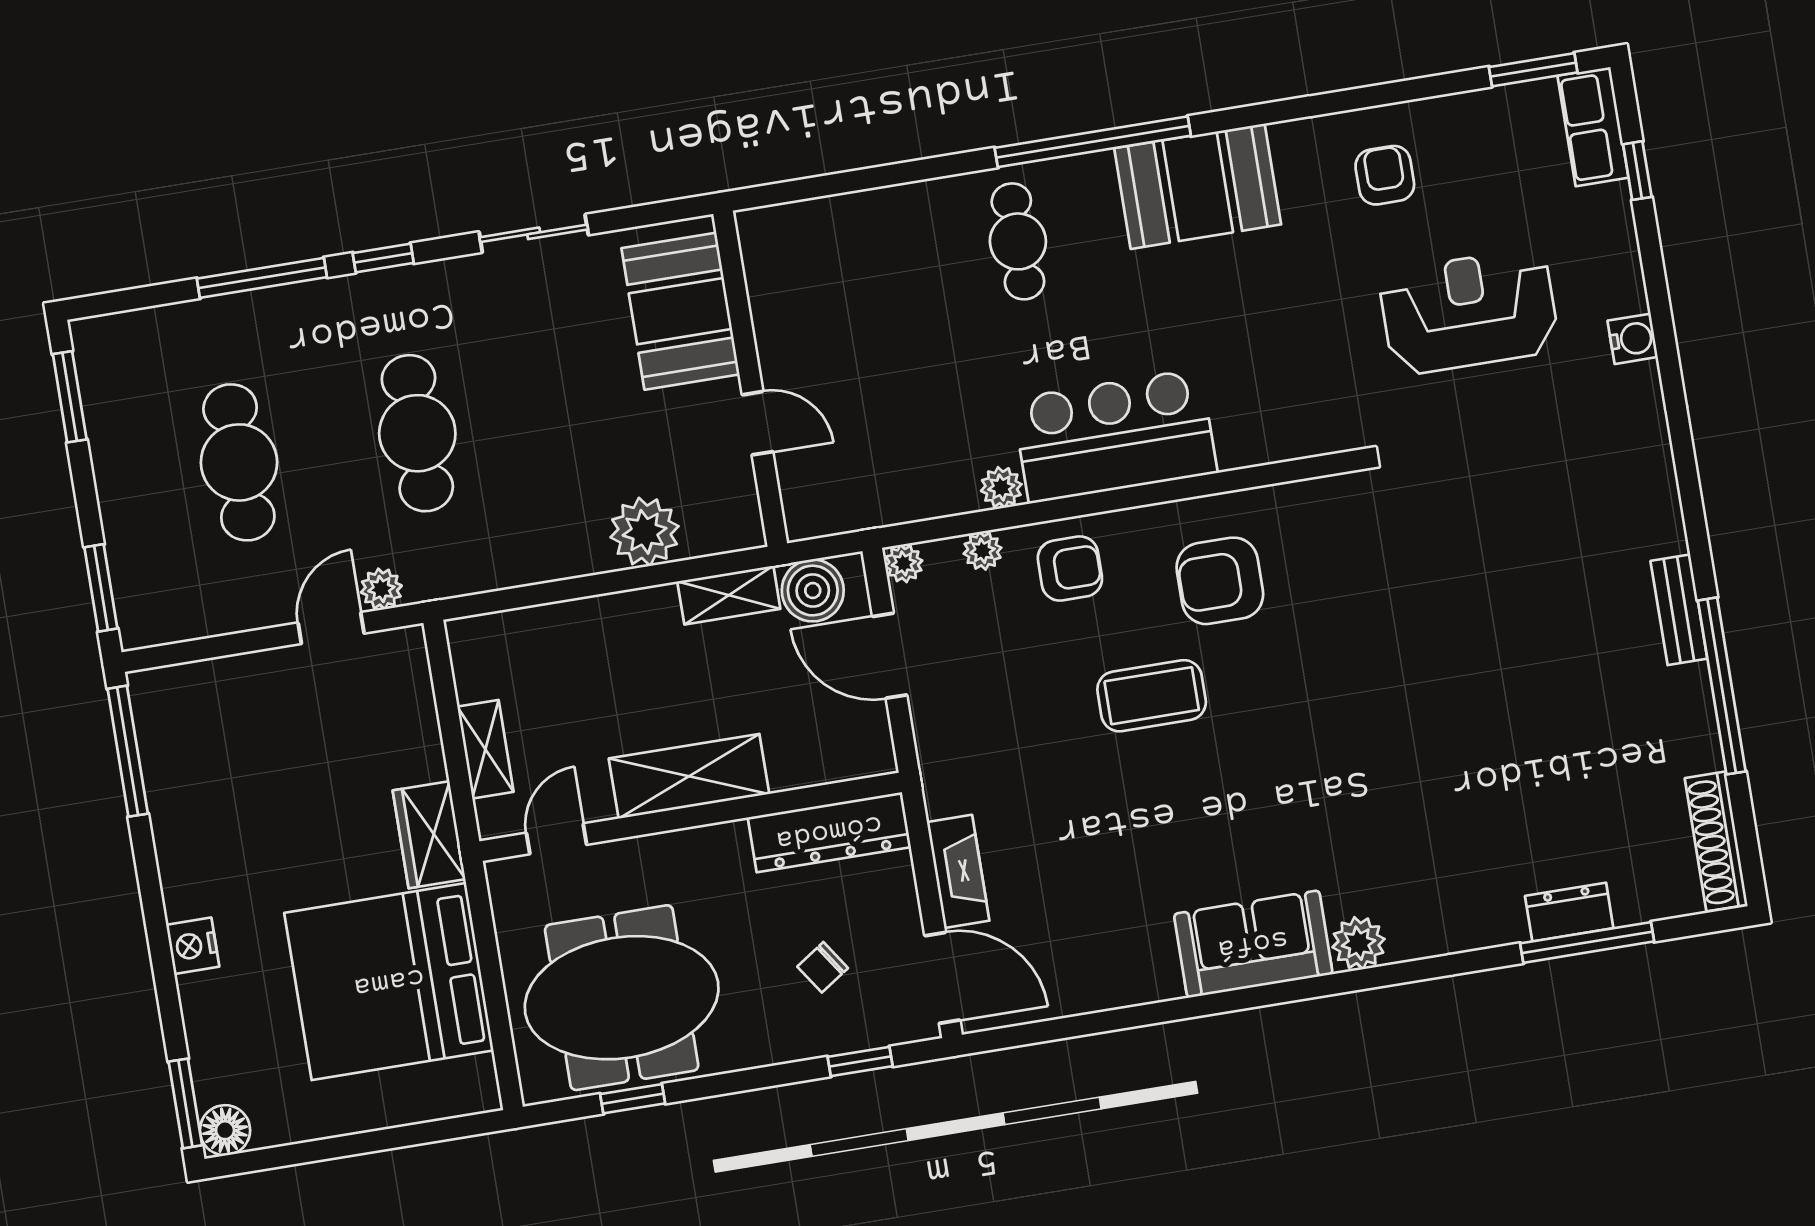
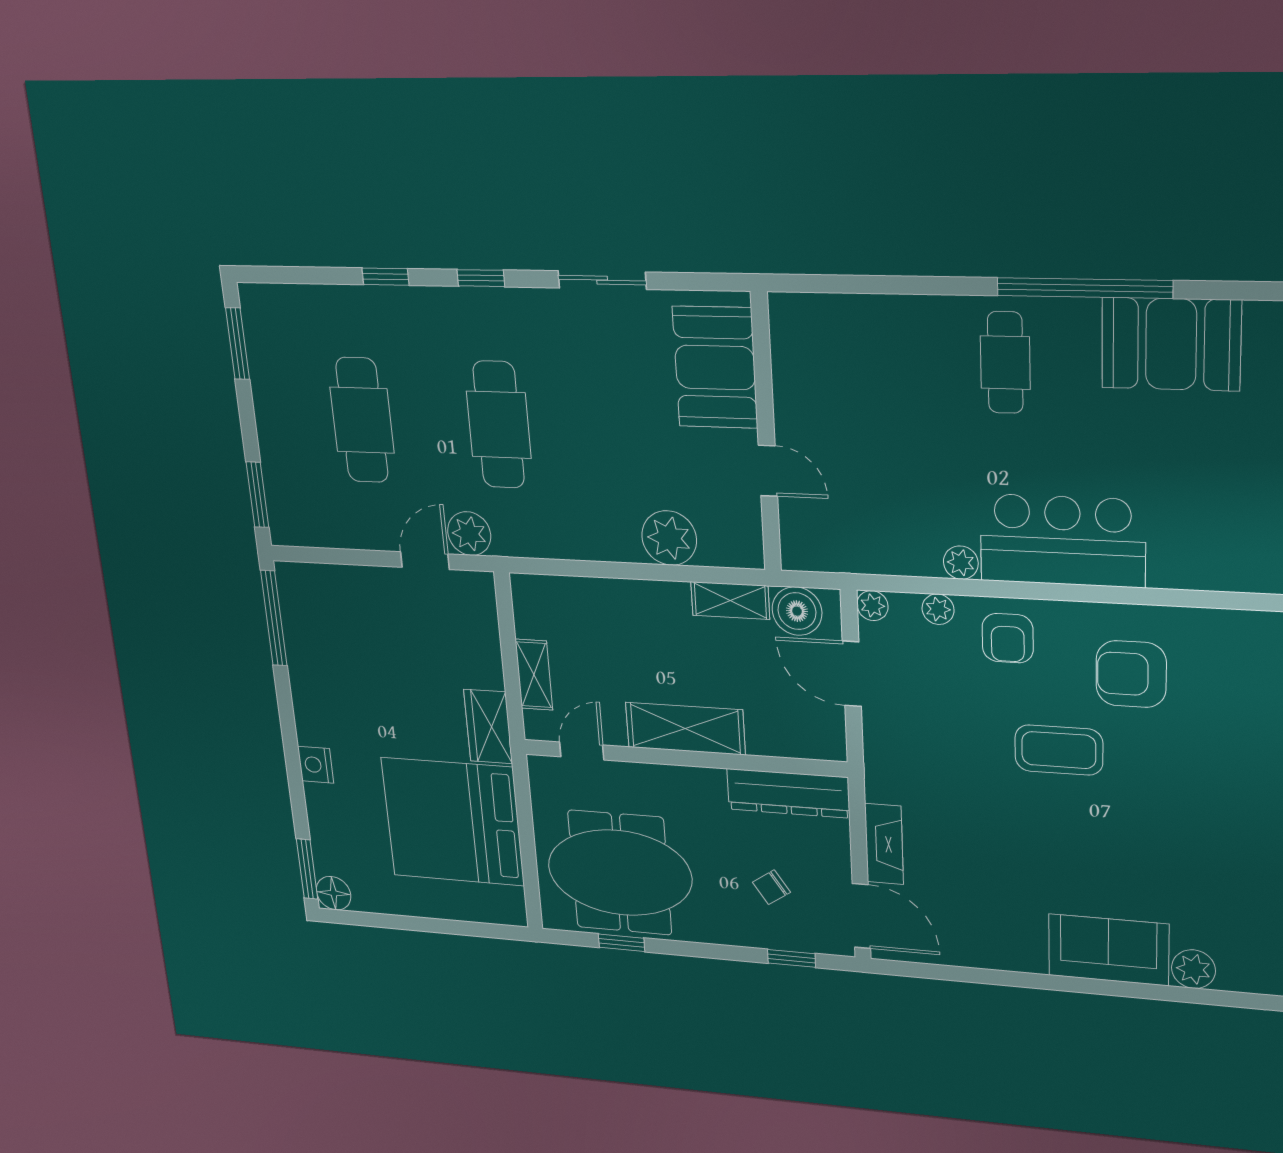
window: (262, 278) -> (386, 277), width x0.46
armchair: (1070, 569) -> (1008, 638), turned 90
plant: (381, 589) -> (469, 534), width x1.38, depth x1.38

